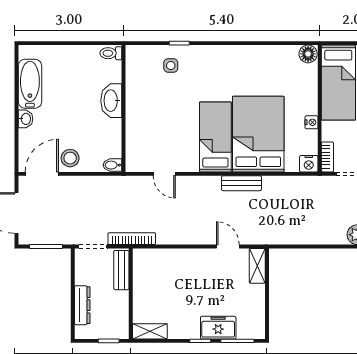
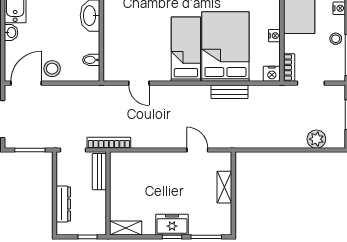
bidet: (112, 165) -> (91, 60), moved
bench: (241, 183) -> (230, 92), moved
shelving: (257, 266) -> (224, 187), moved
freezer: (218, 328) -> (172, 225), moved

